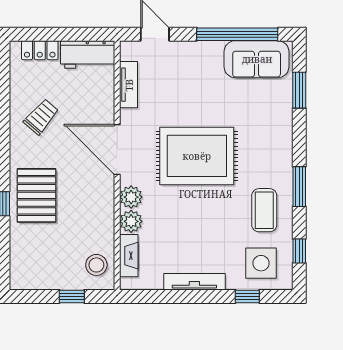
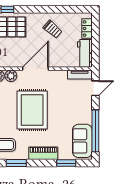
tv unit: (129, 85) -> (80, 75), moved
piano: (280, 135) -> (43, 153), added

